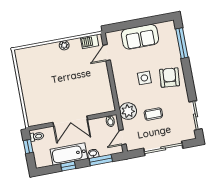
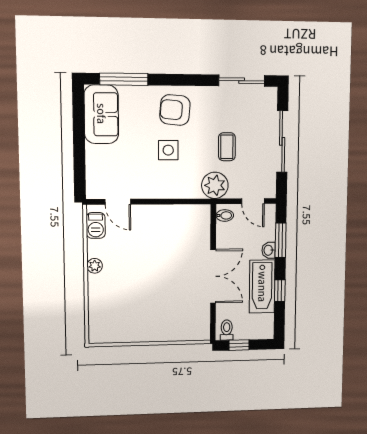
sofa: (140, 37) -> (101, 114), moved

